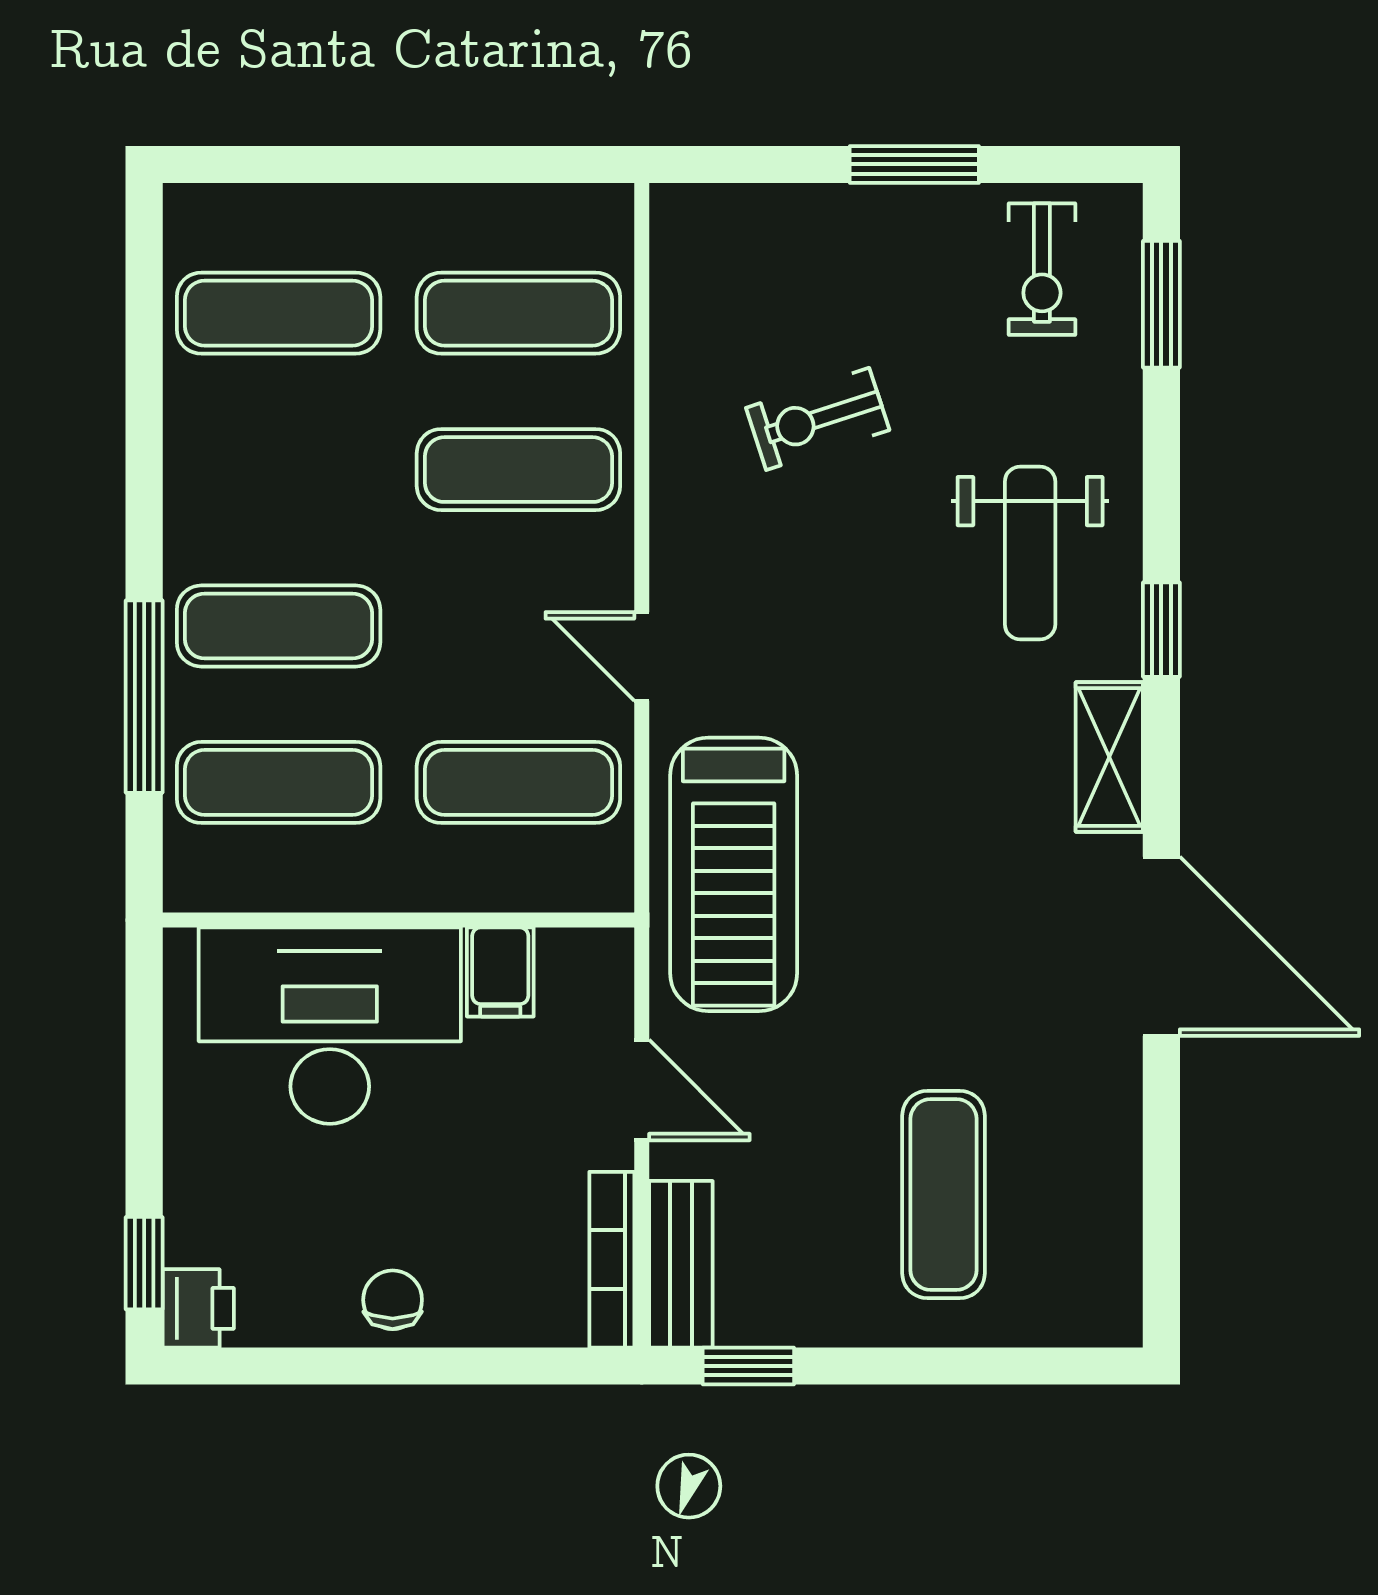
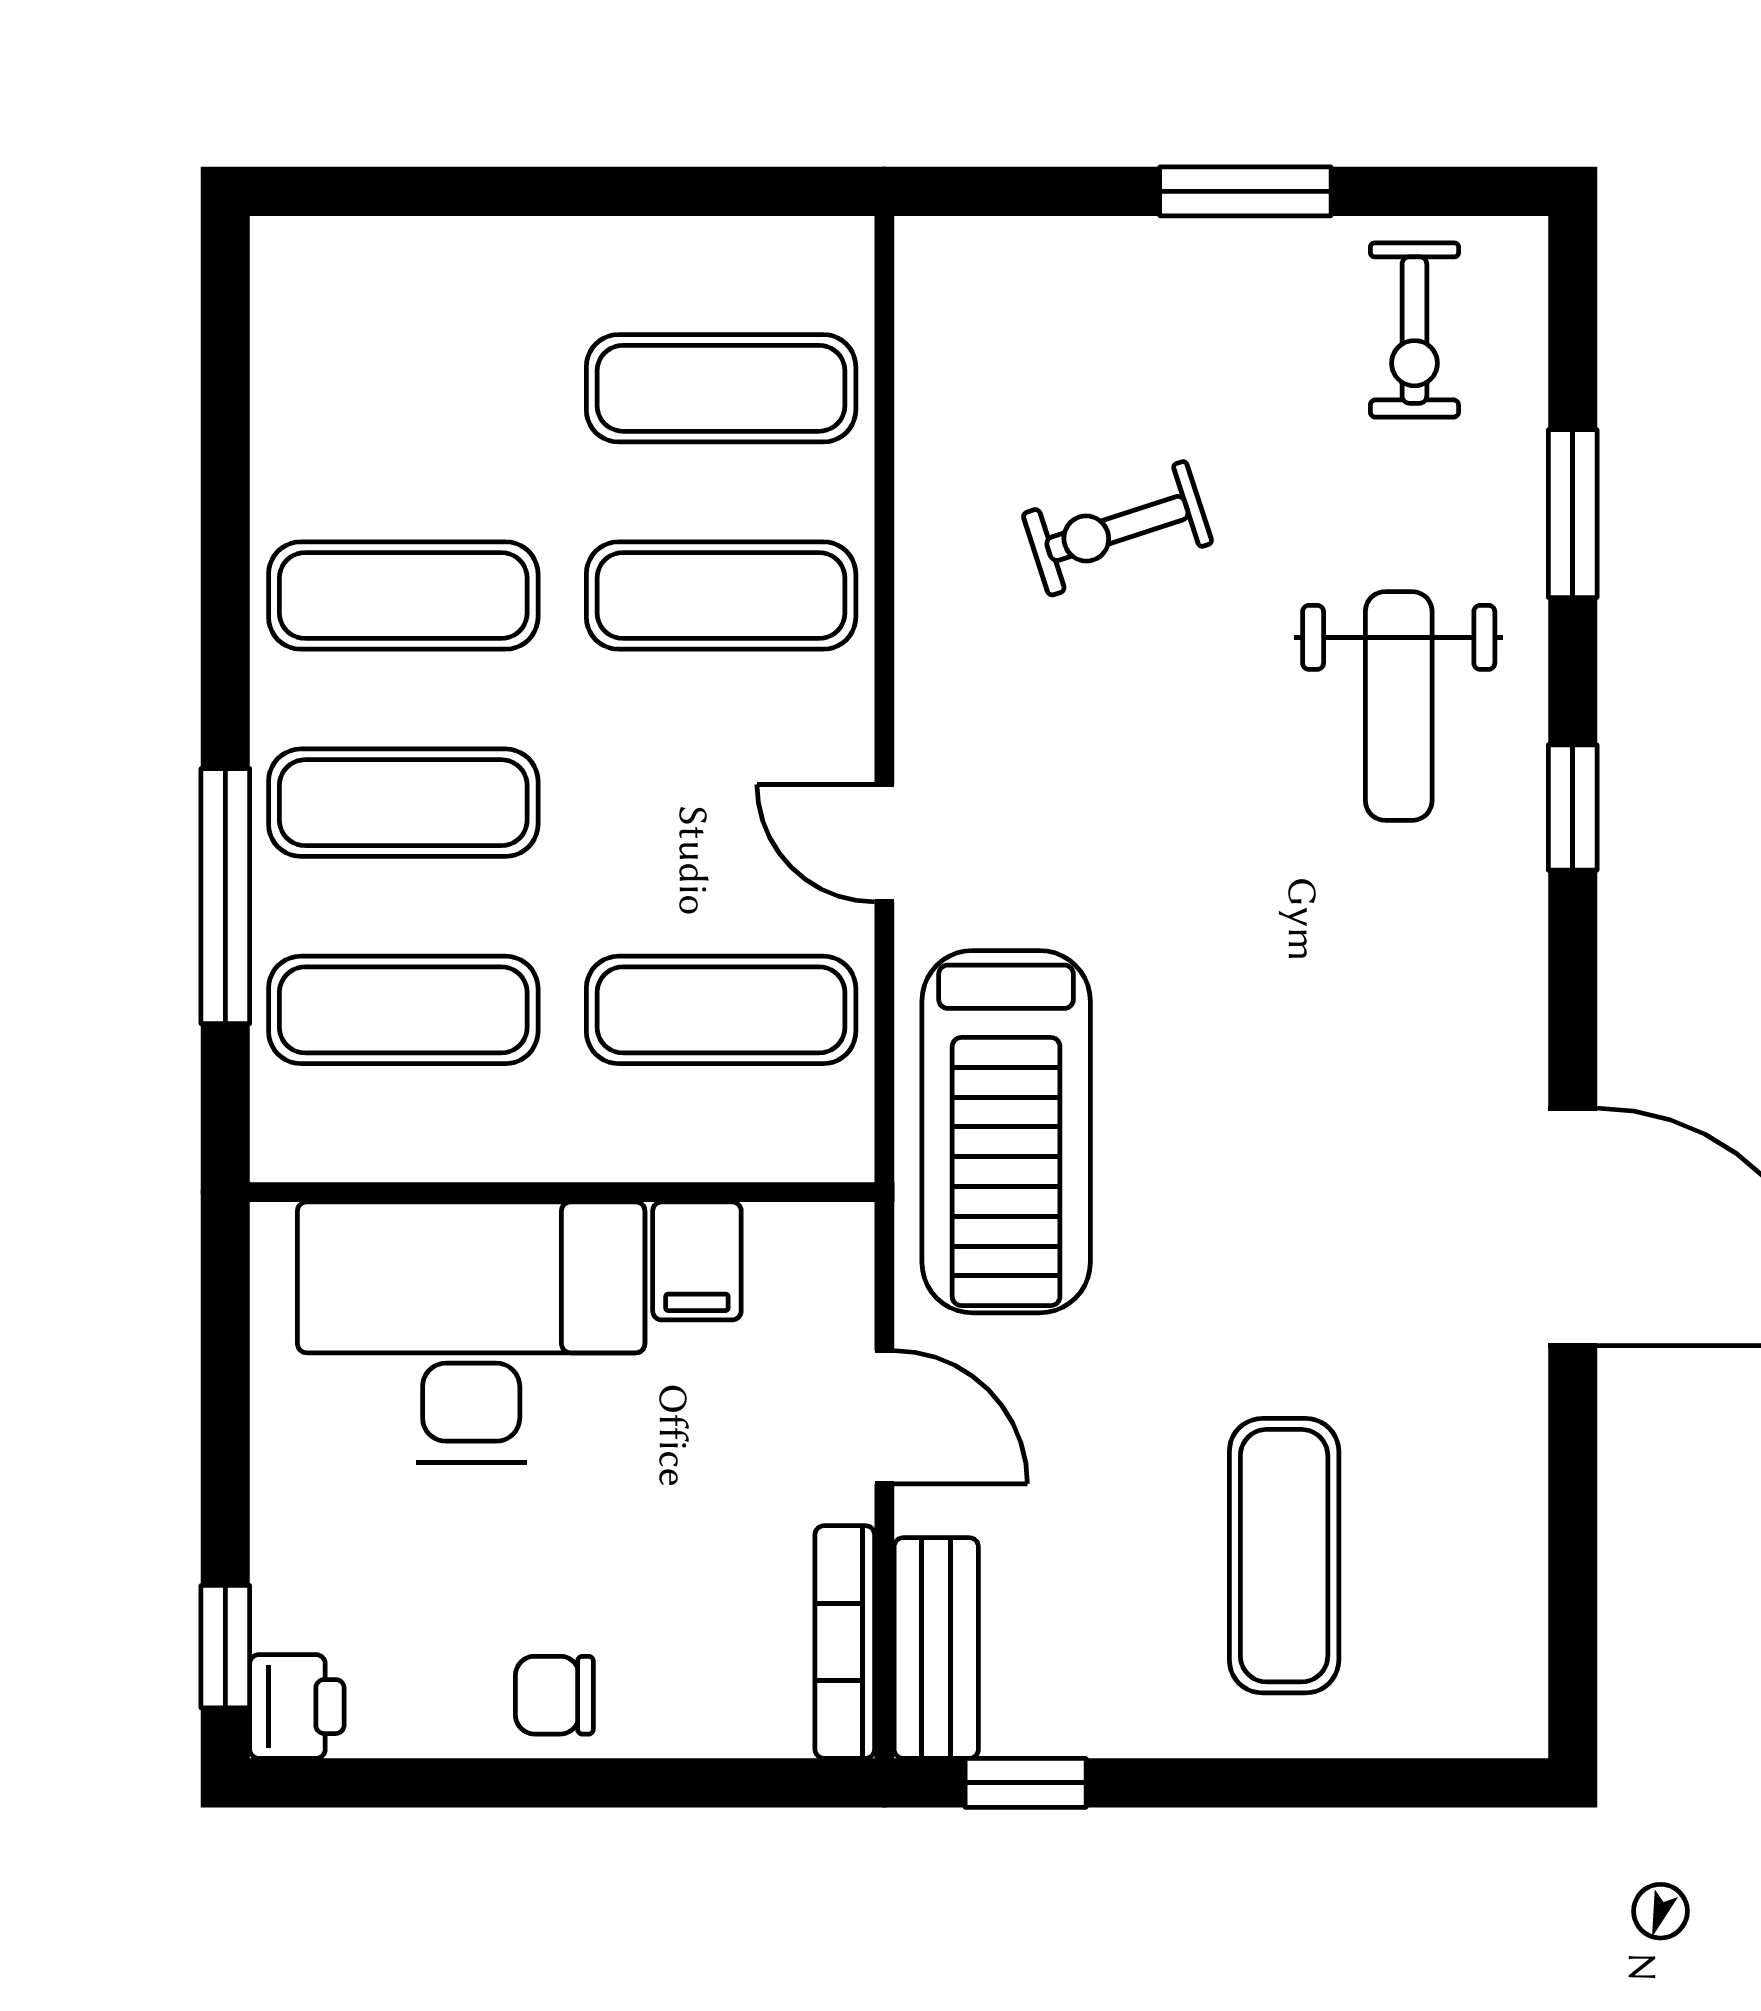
window: (1161, 304) -> (1573, 514), moved
exercise mat: (279, 313) -> (403, 595), moved
shelving: (1109, 757) -> (1504, 976), removed
chair: (393, 1300) -> (554, 1695), turned -90

